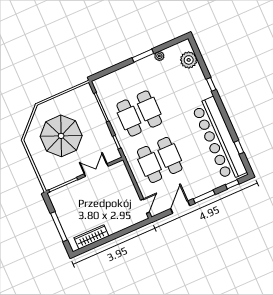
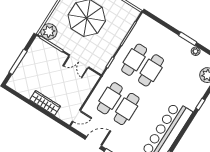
double door: (96, 170) -> (79, 61), swing flipped
plant: (50, 179) -> (49, 32), added
wardrobe: (91, 237) -> (45, 103), moved

